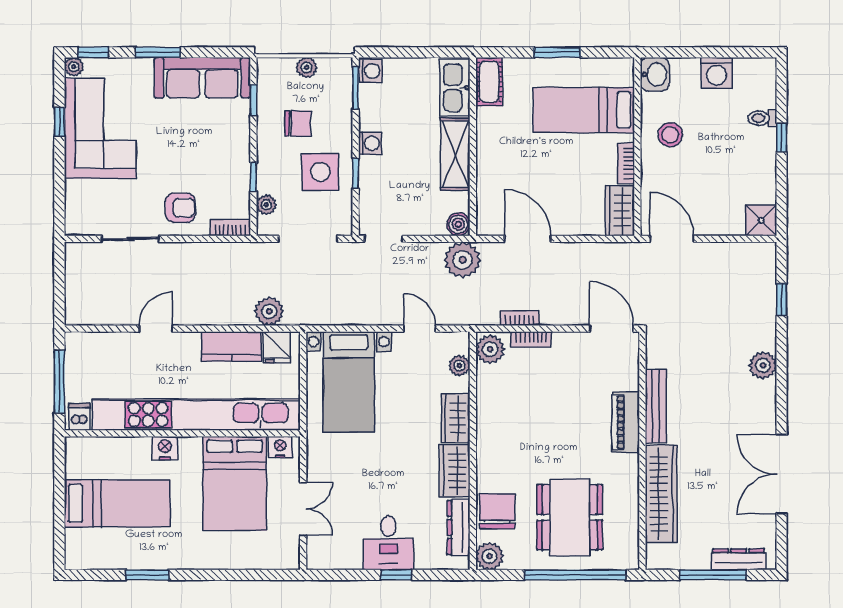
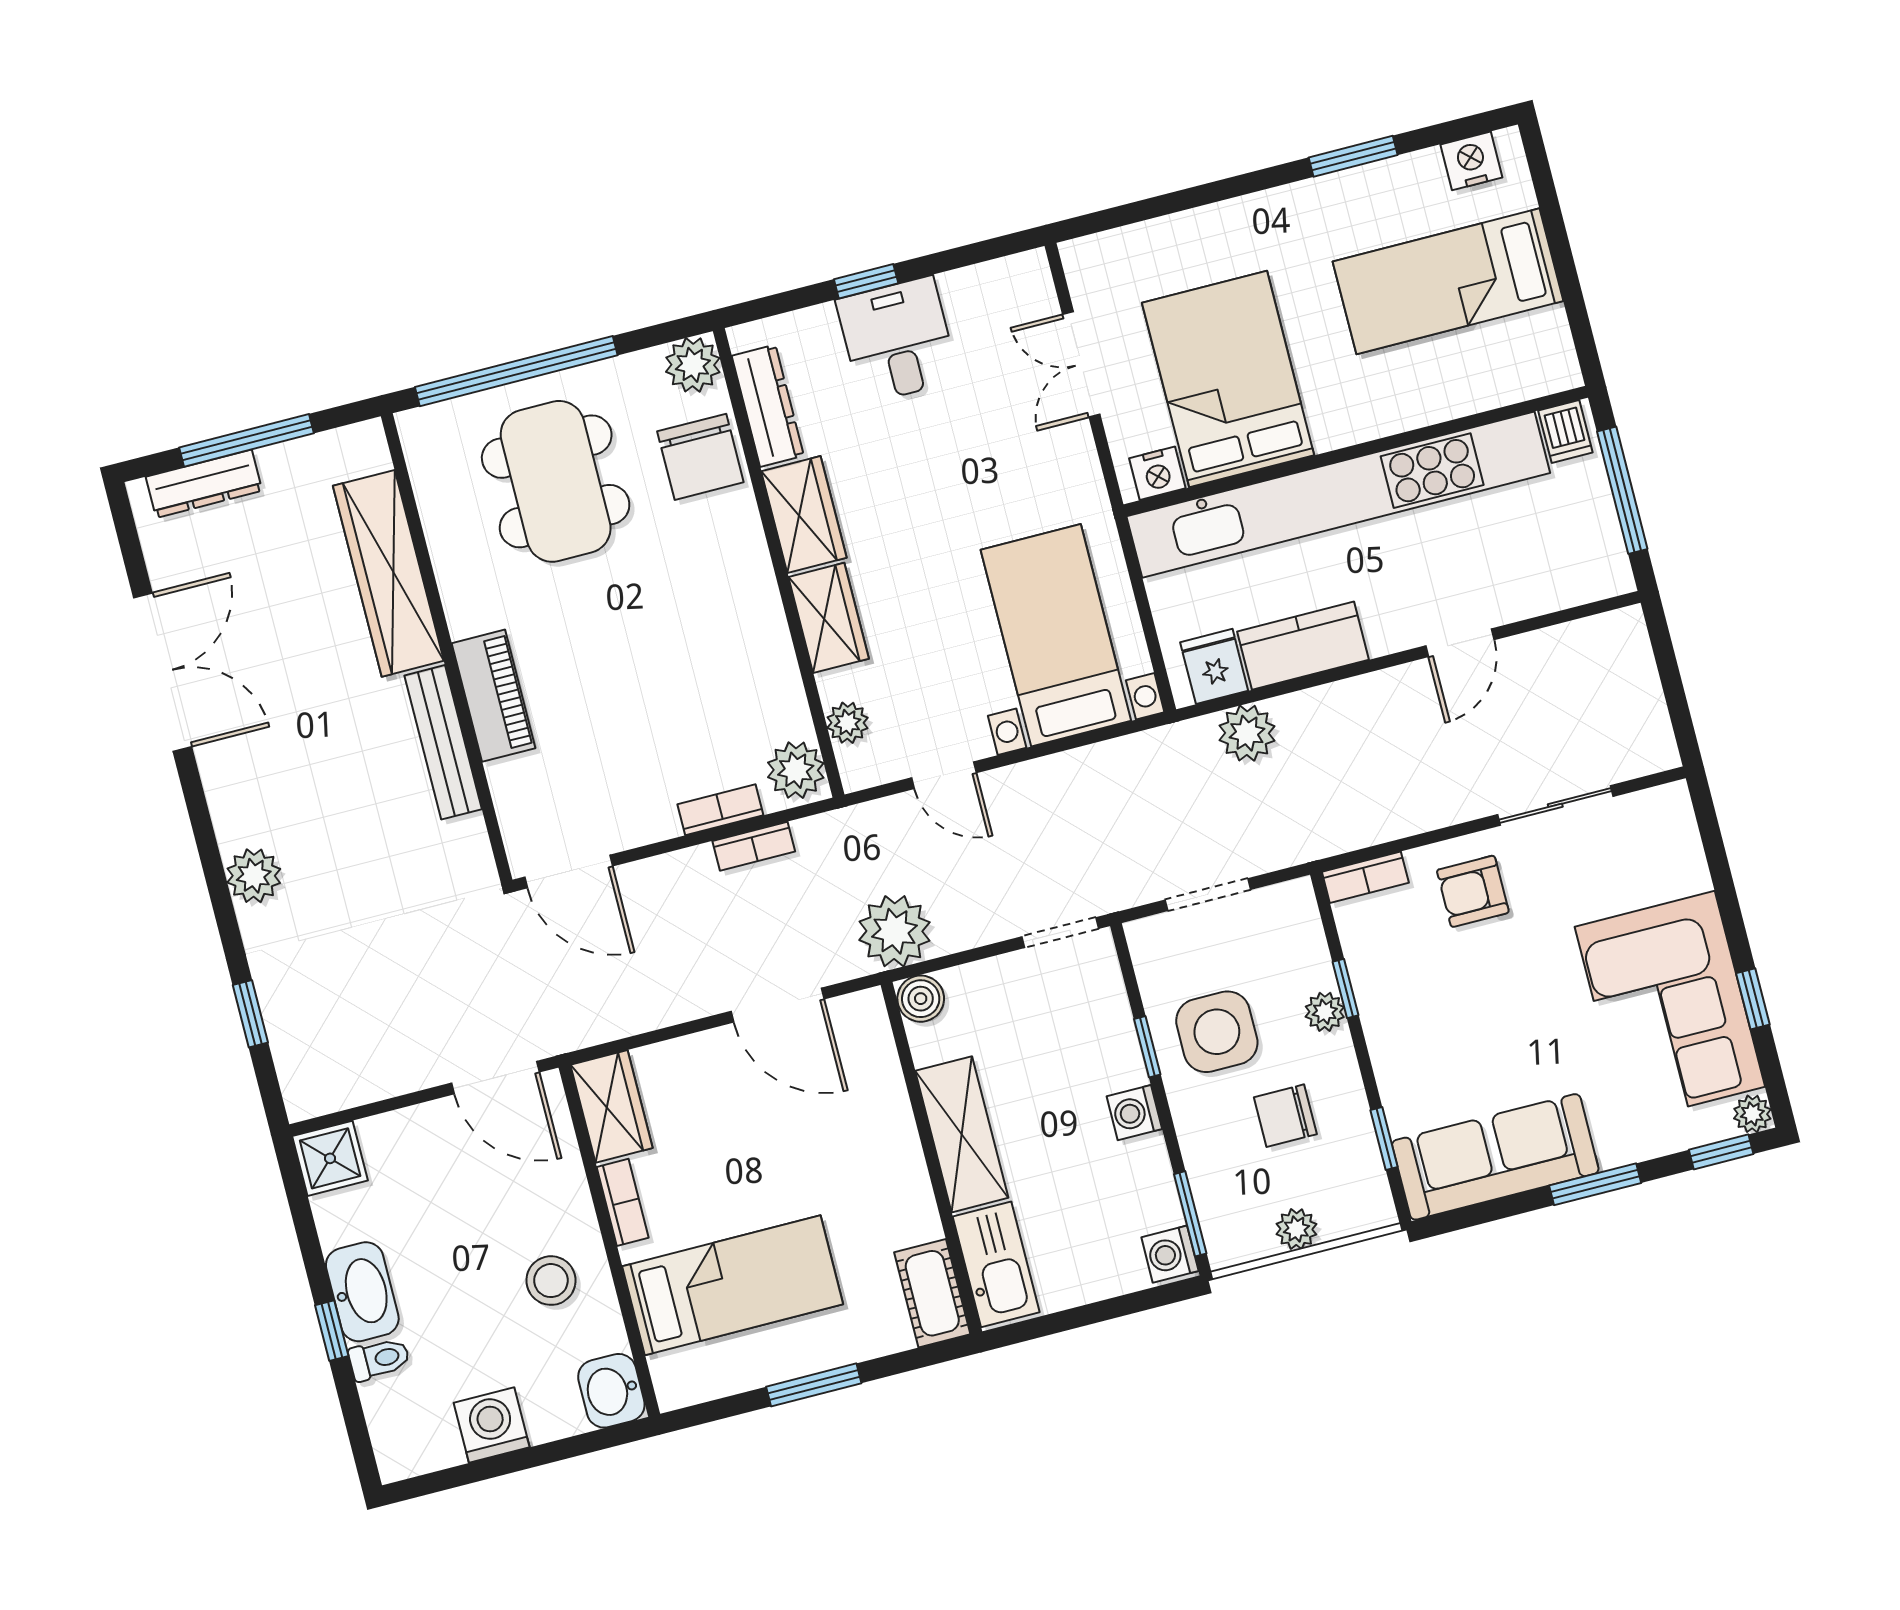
washbasin: (762, 153) -> (362, 1292), added
plant: (266, 205) -> (1325, 1012), moved
doorway: (308, 239) -> (1208, 895), width x0.73
nightstand: (165, 448) -> (1471, 161), moved, turned 180

